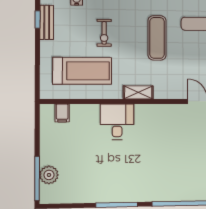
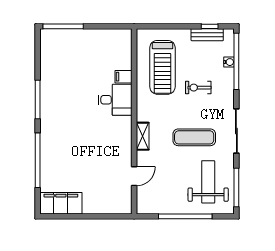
shelving: (138, 92) -> (143, 136), moved
filing cabinet: (62, 113) -> (123, 77), moved
plant: (49, 175) -> (66, 37), removed

